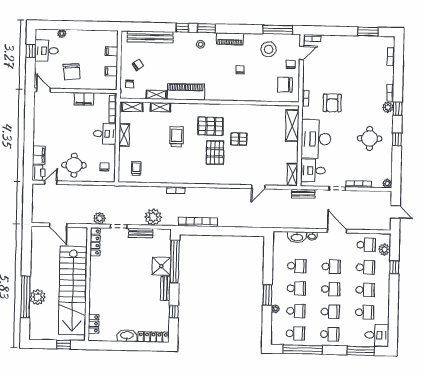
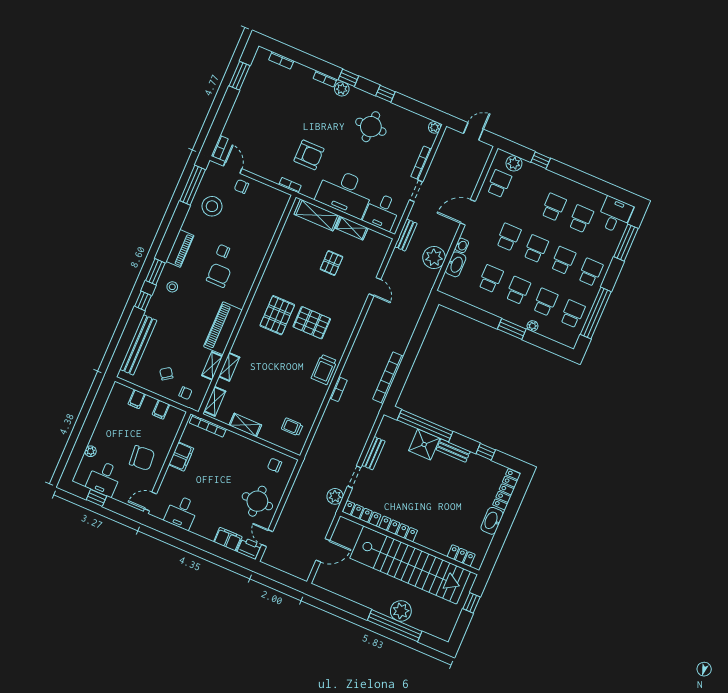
chair: (285, 85) -> (219, 275), moved, turned 180
desk: (105, 134) -> (182, 512), moved, turned 180
trolley: (177, 137) -> (324, 369), moved, turned -90
pallet: (239, 139) -> (331, 263), moved
shelving: (292, 175) -> (352, 228), moved
plant: (153, 217) -> (434, 257), moved
school desk: (366, 267) -> (526, 195), removed
locker: (95, 272) -> (398, 529), added

